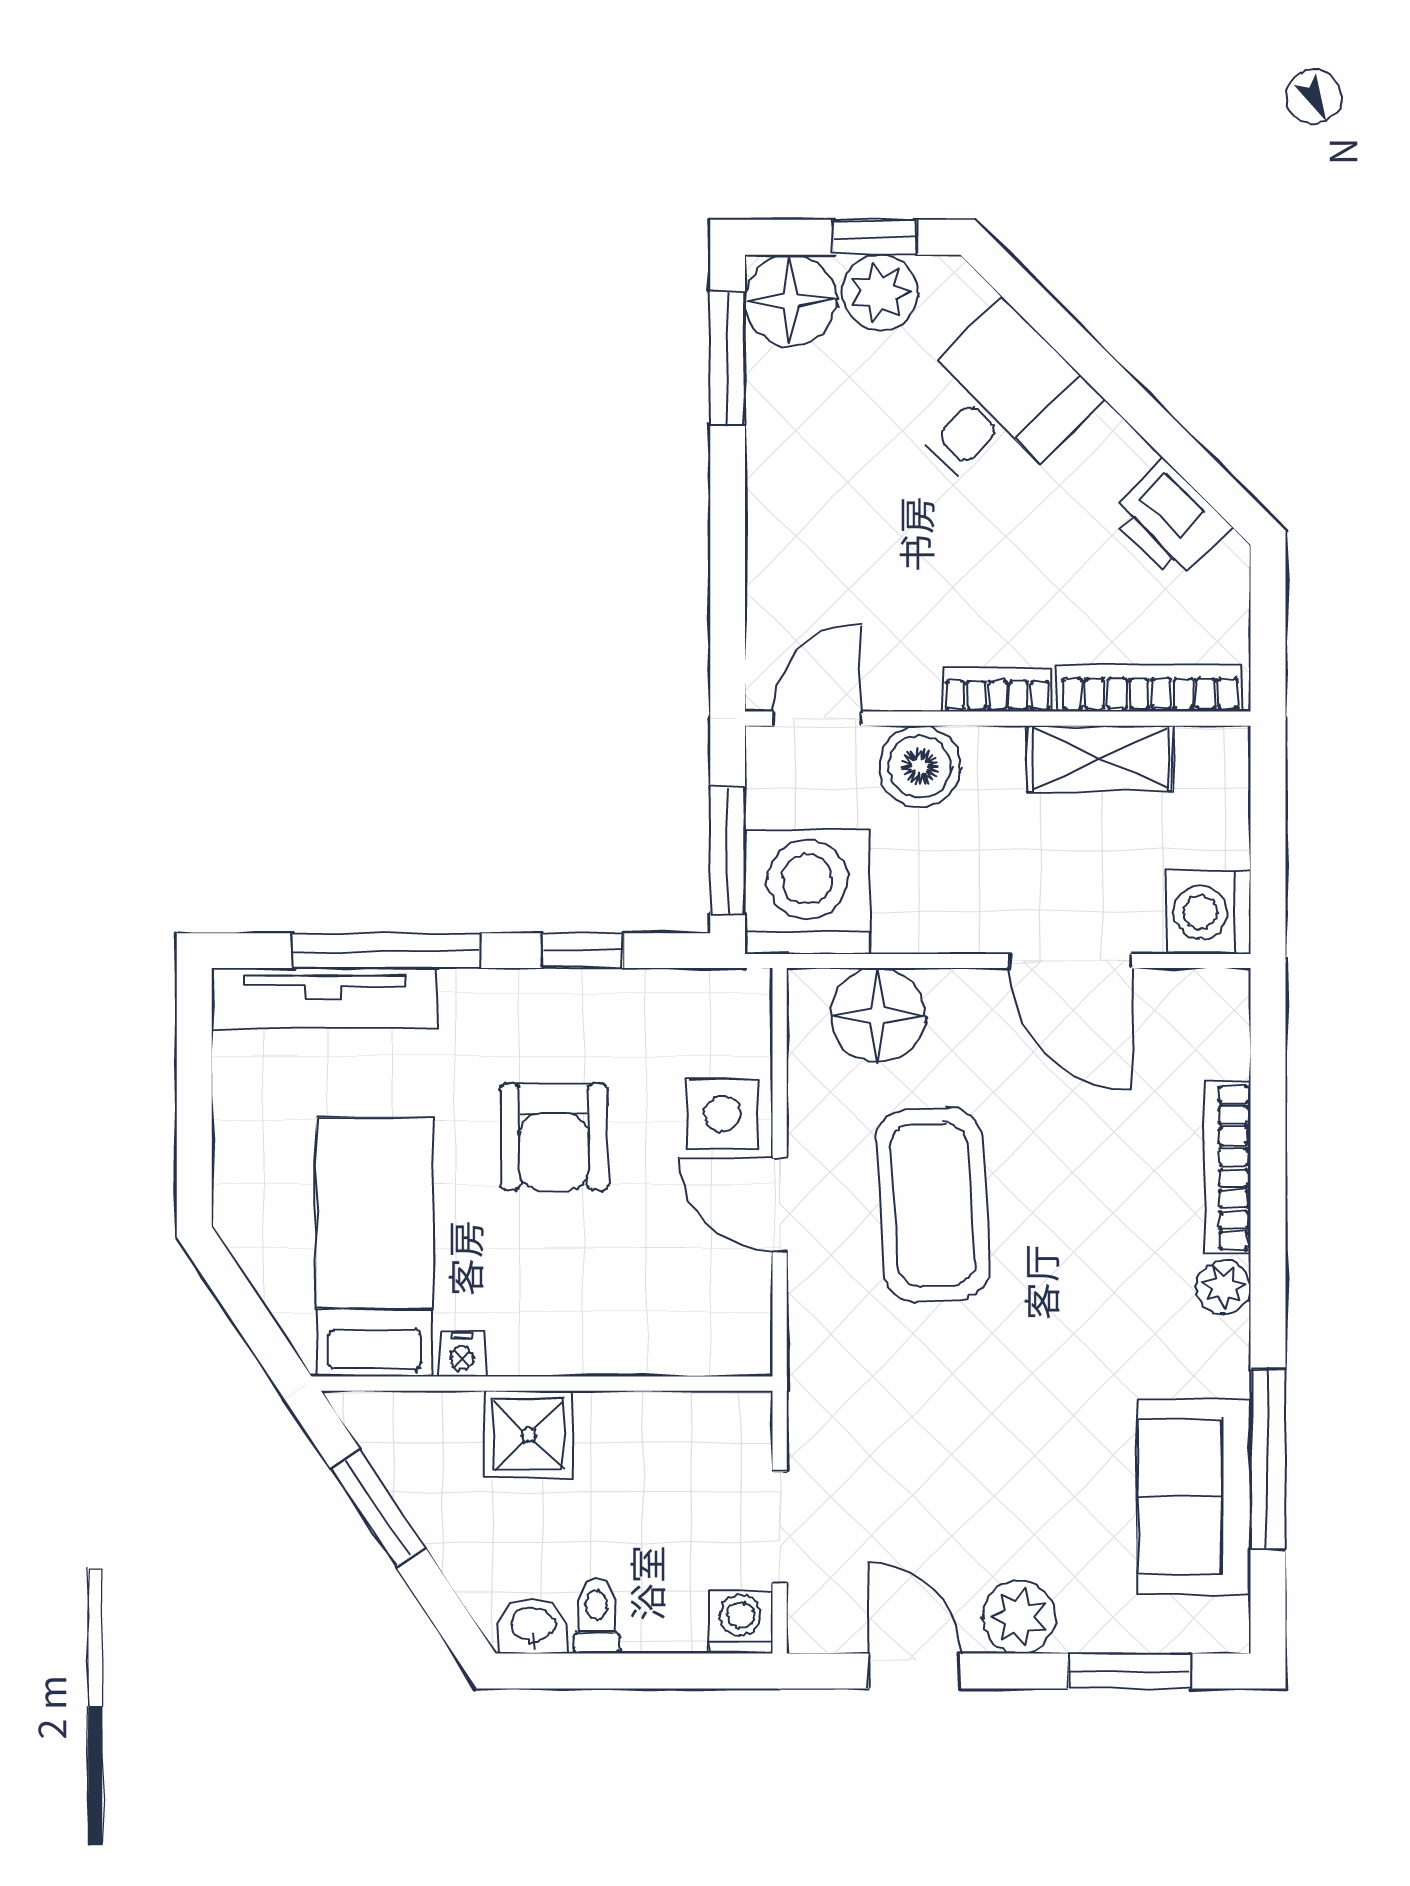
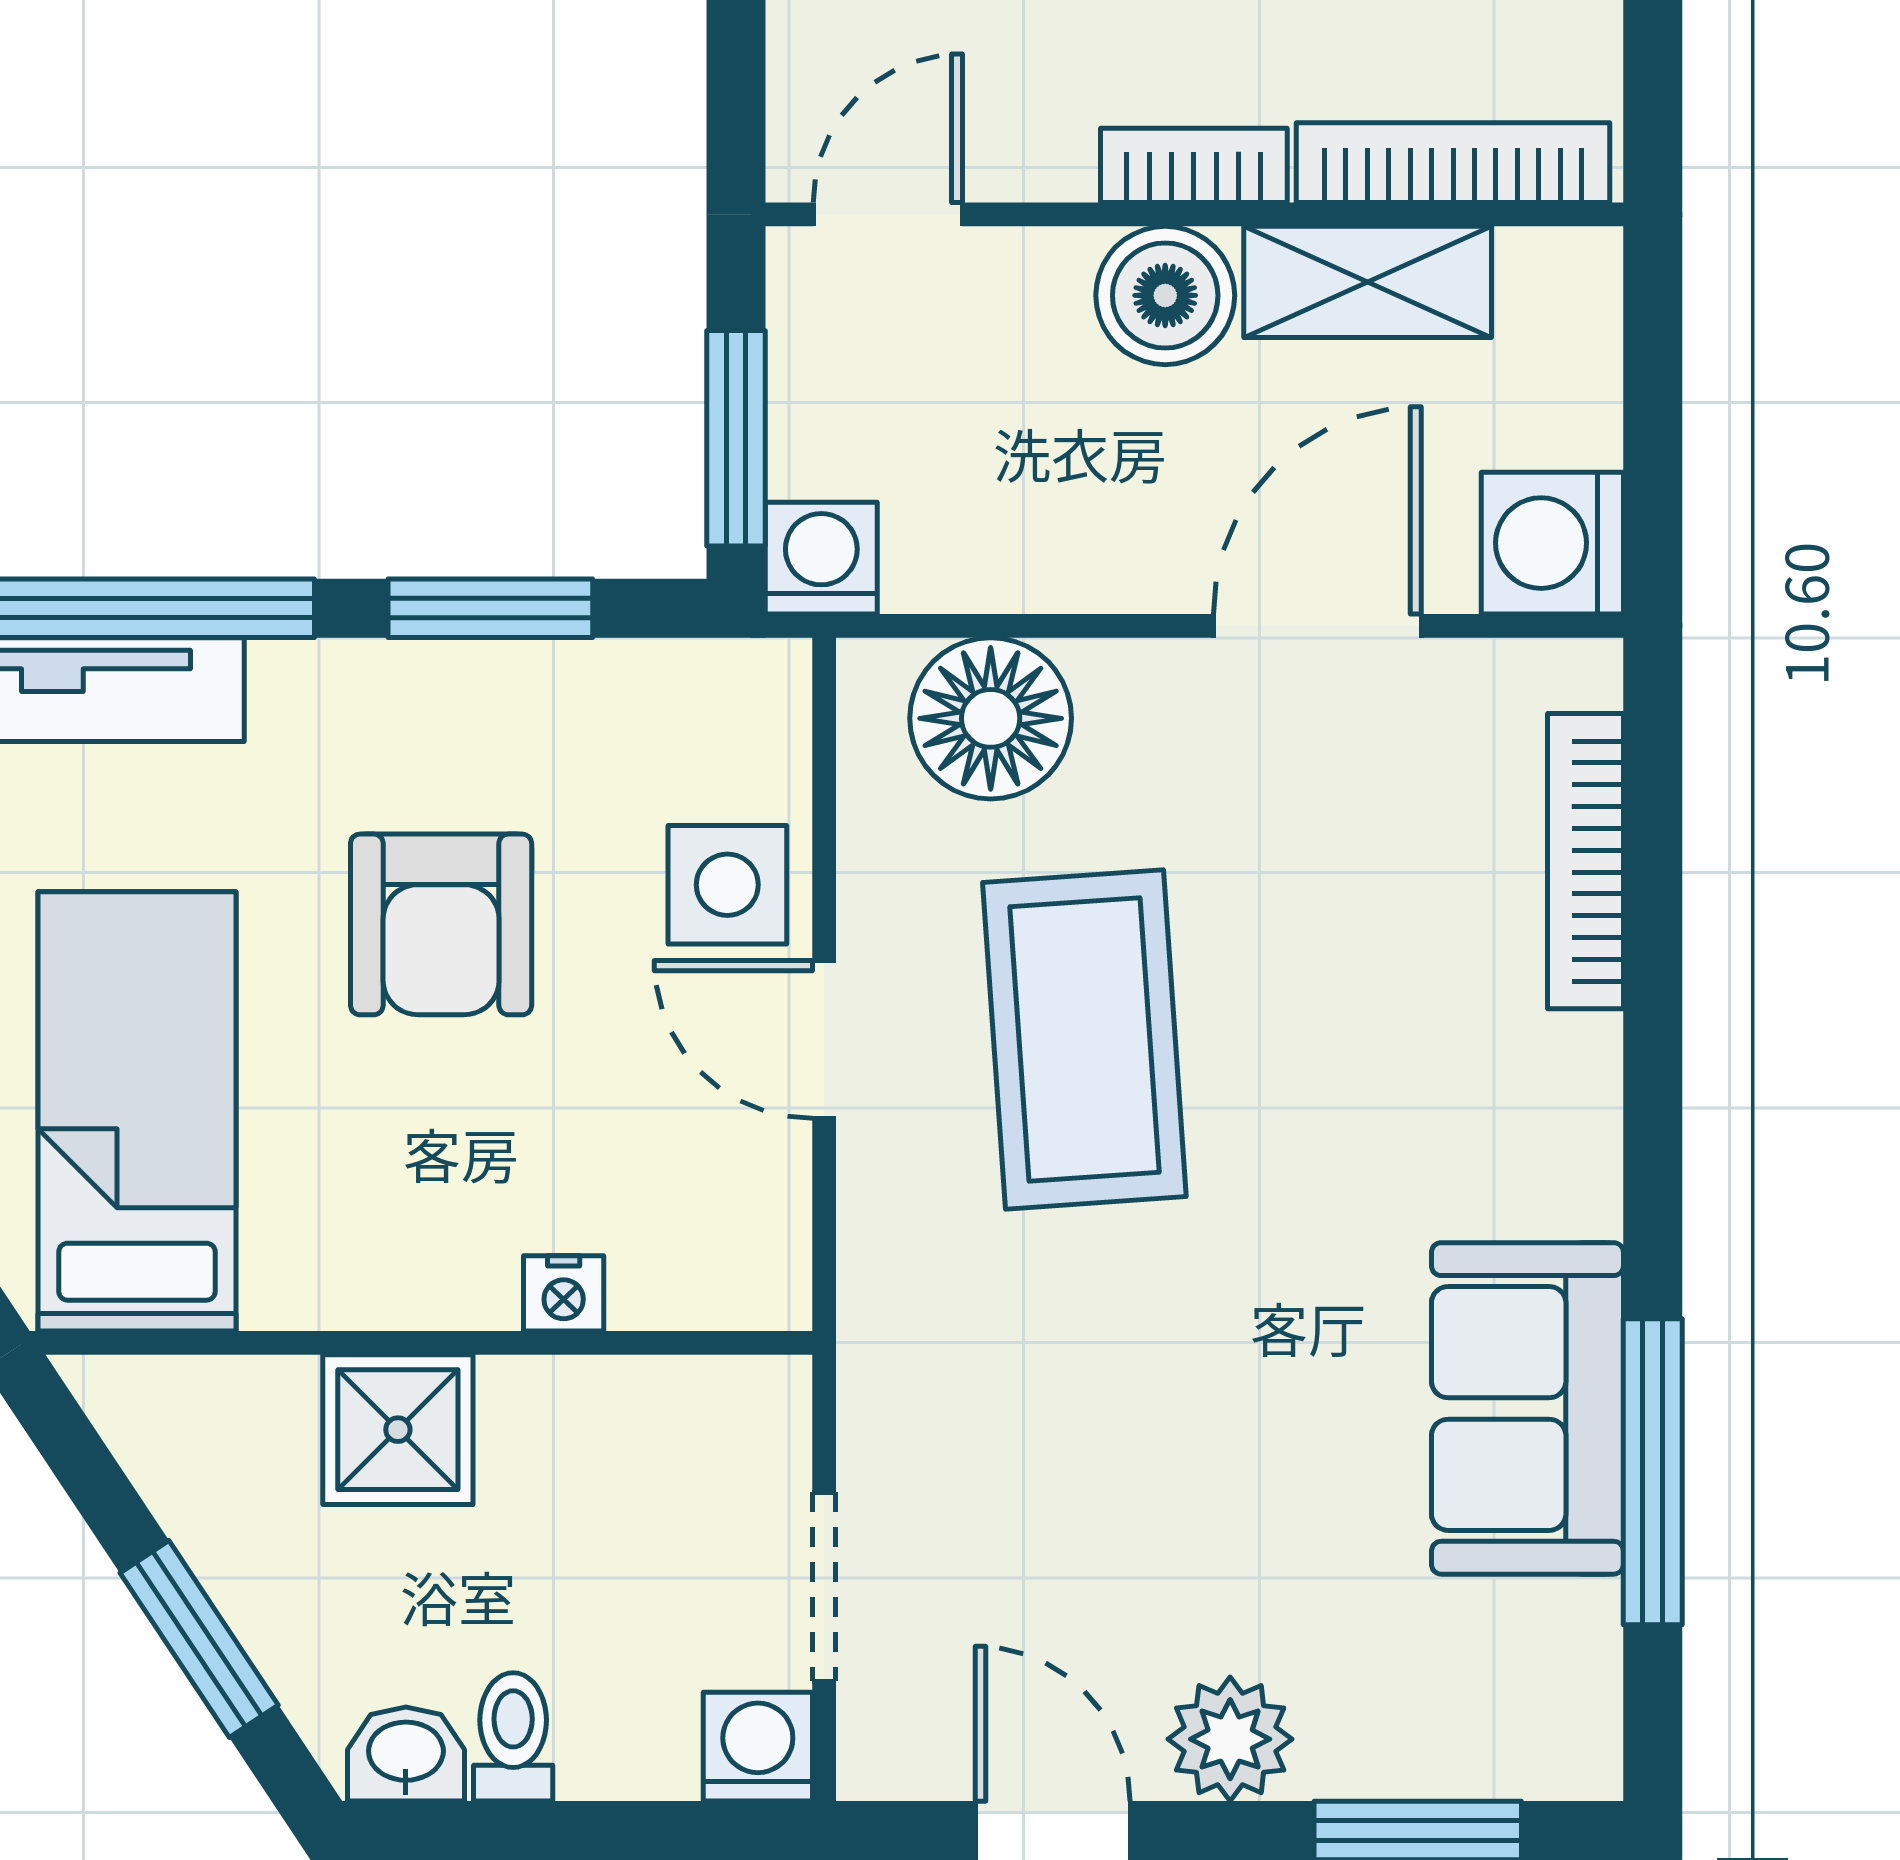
boiler: (920, 766) -> (1165, 295), moved
washing machine: (807, 892) -> (821, 558), width x0.53, depth x0.53
window: (583, 951) -> (490, 608), width x1.50
door: (1070, 961) -> (1317, 626), swing flipped
bookcase: (1228, 1168) -> (1586, 861), moved
plant: (1224, 1287) -> (1578, 1179), removed
nightstand: (462, 1354) -> (564, 1293), moved
sofa: (1194, 1496) -> (1527, 1408), moved
window: (378, 1508) -> (199, 1639), moved

